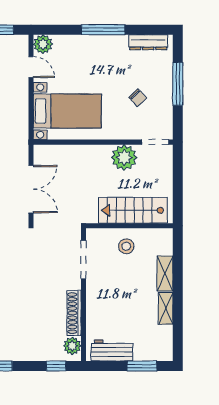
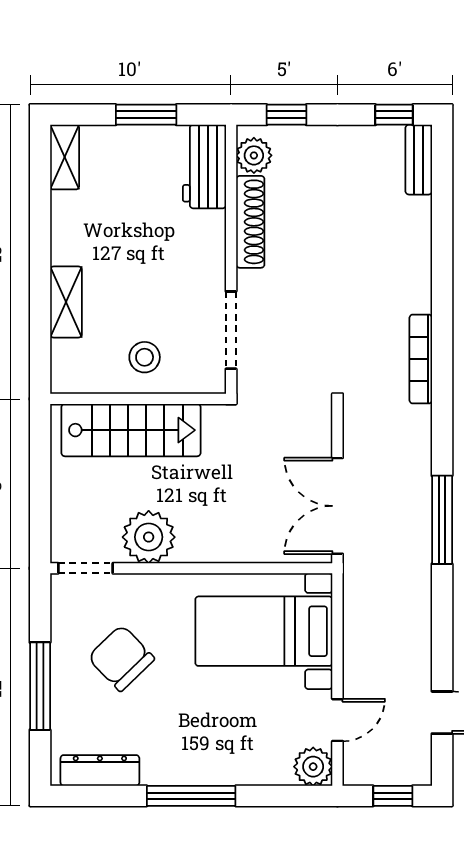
door: (31, 67) -> (337, 720), swing flipped
chair: (138, 98) -> (121, 658), width x1.87, depth x1.87
double door: (31, 189) -> (337, 506), moved
shelving: (166, 308) -> (65, 157), moved
workbench: (112, 350) -> (205, 167), moved, turned 90
window: (142, 366) -> (146, 115), moved

